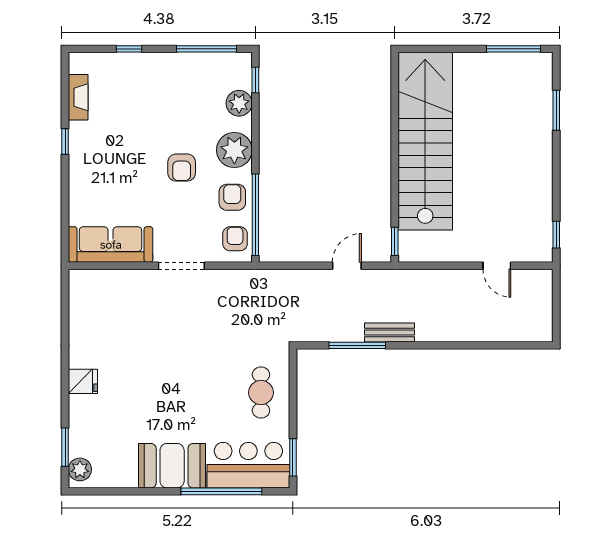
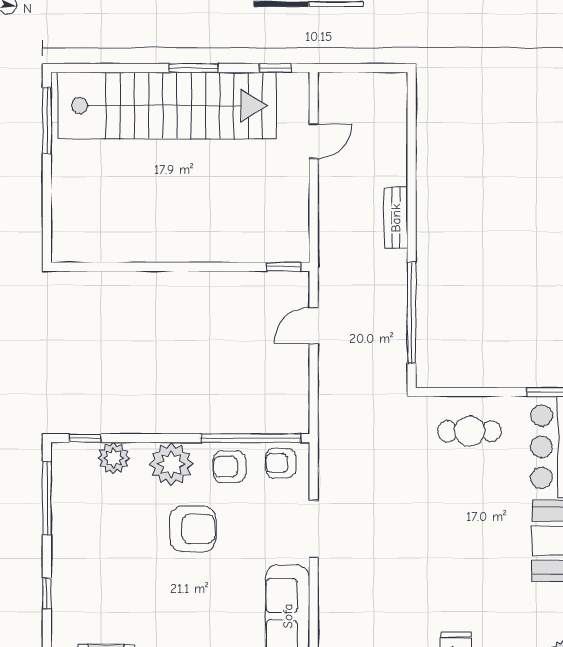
window: (556, 110) -> (194, 68), moved
stairs: (425, 141) -> (167, 106), moved, turned 180
armchair: (182, 168) -> (193, 529), width x1.38, depth x1.38
door: (347, 266) -> (314, 326), hinge flipped
bench: (389, 333) -> (396, 218), moved
window: (357, 345) -> (412, 313), width x1.46

